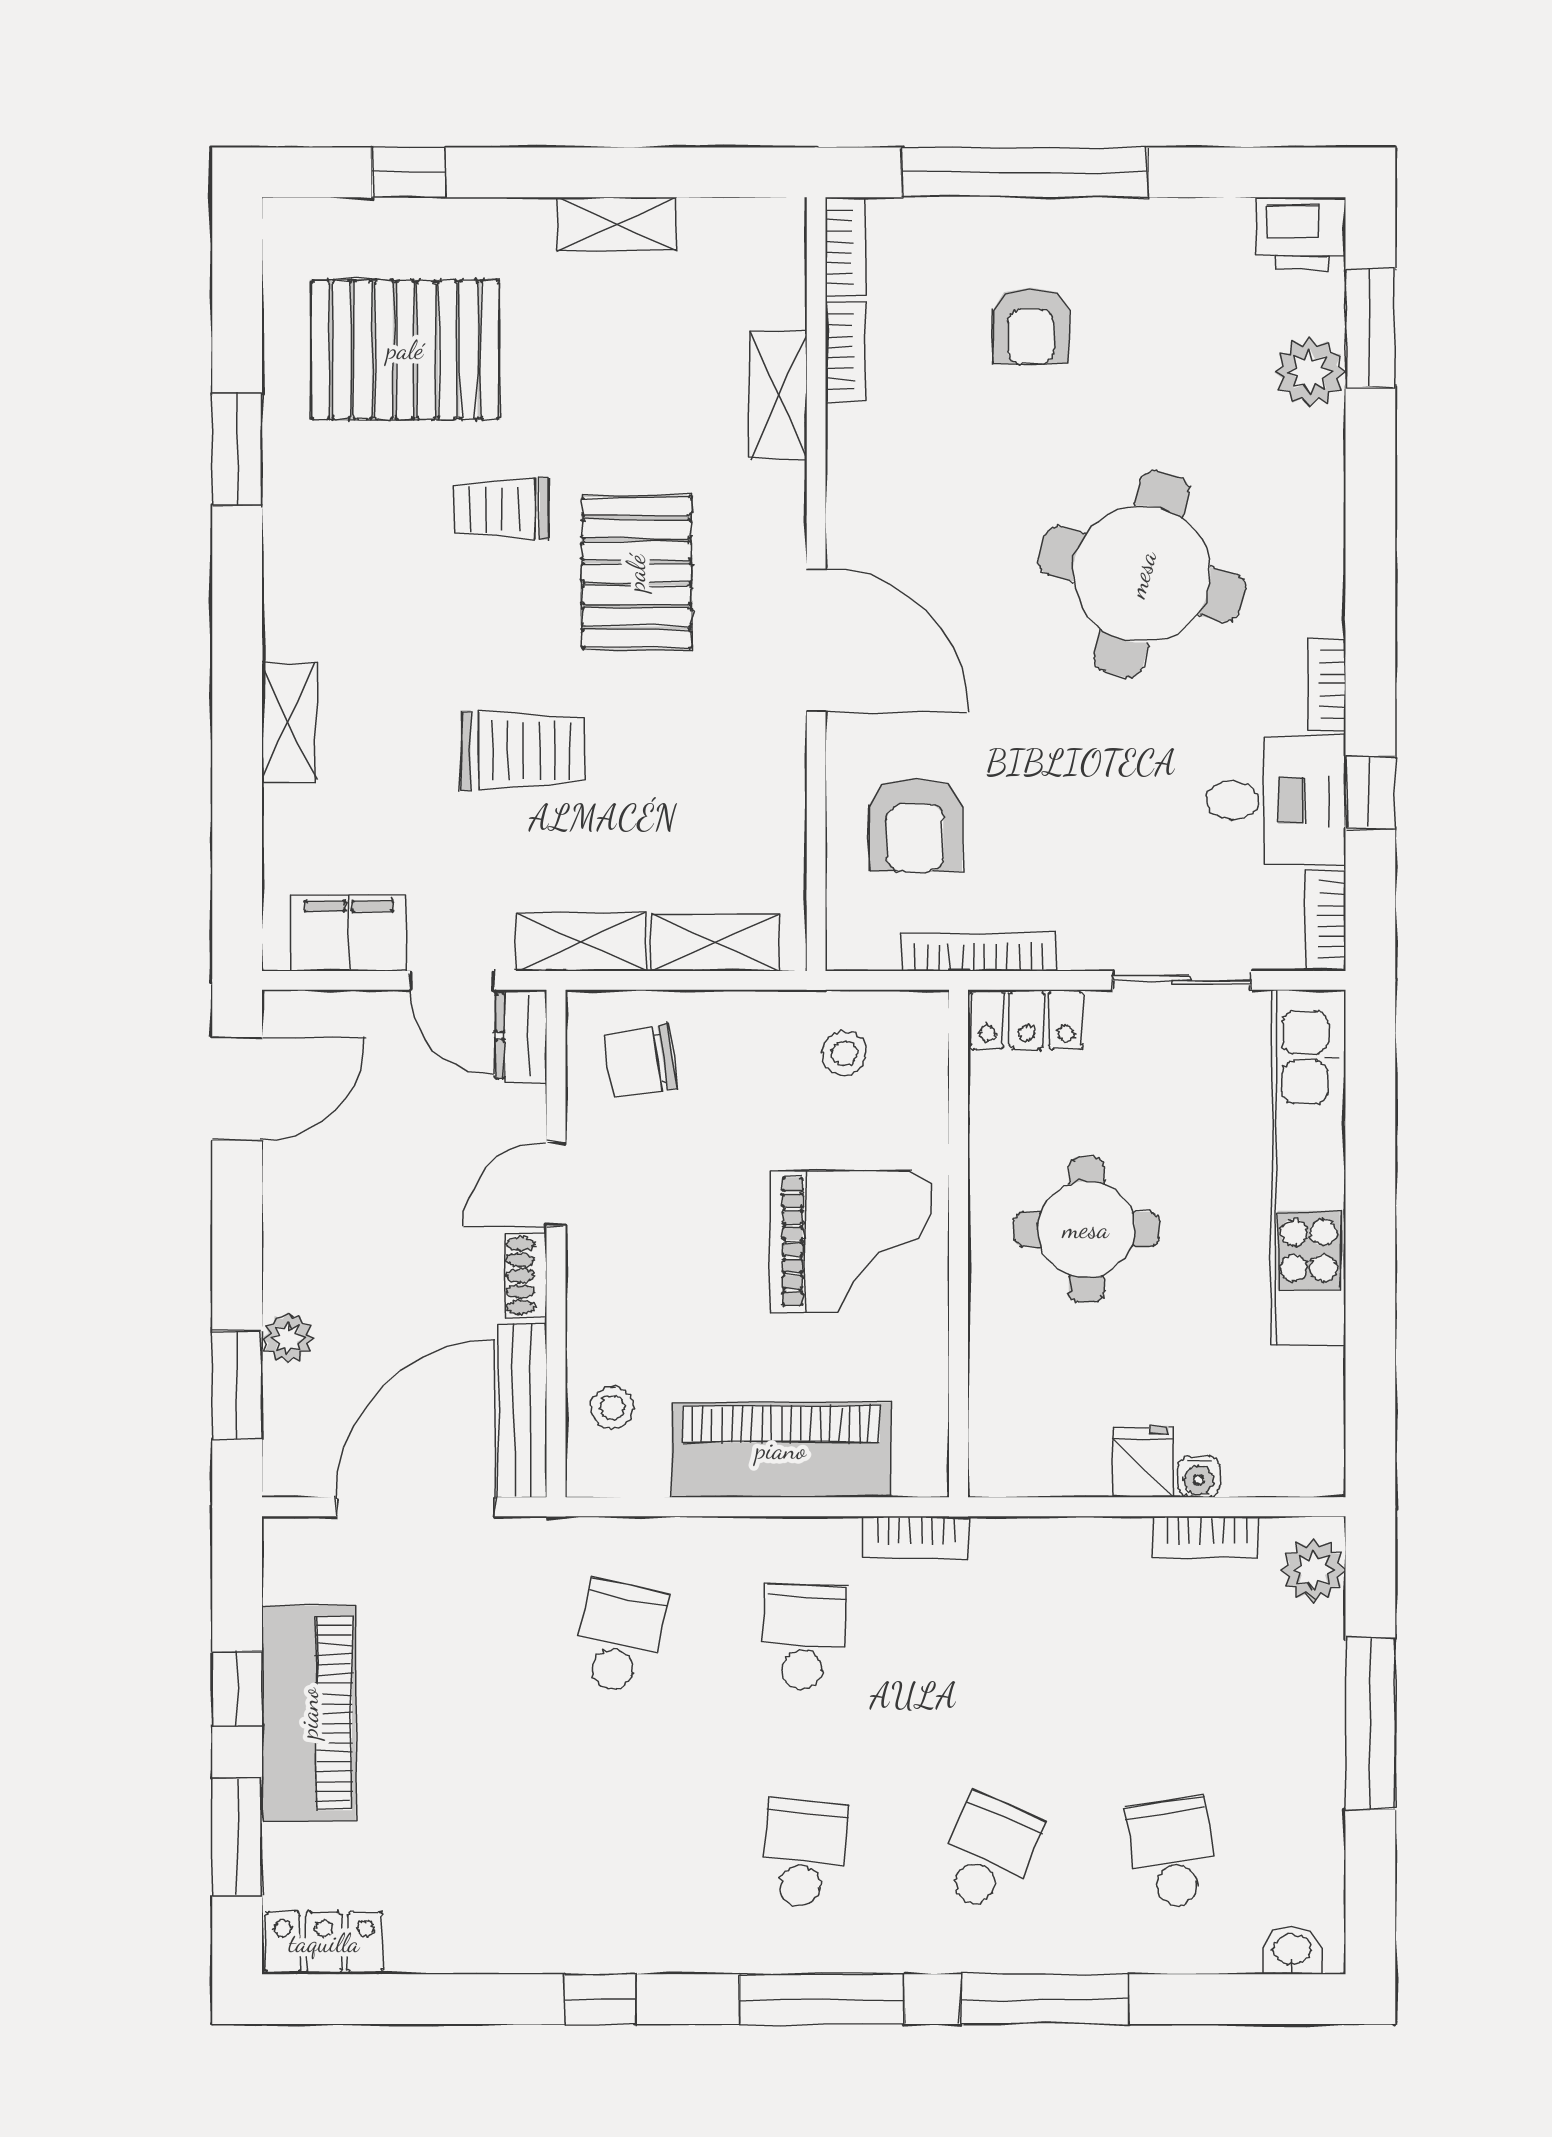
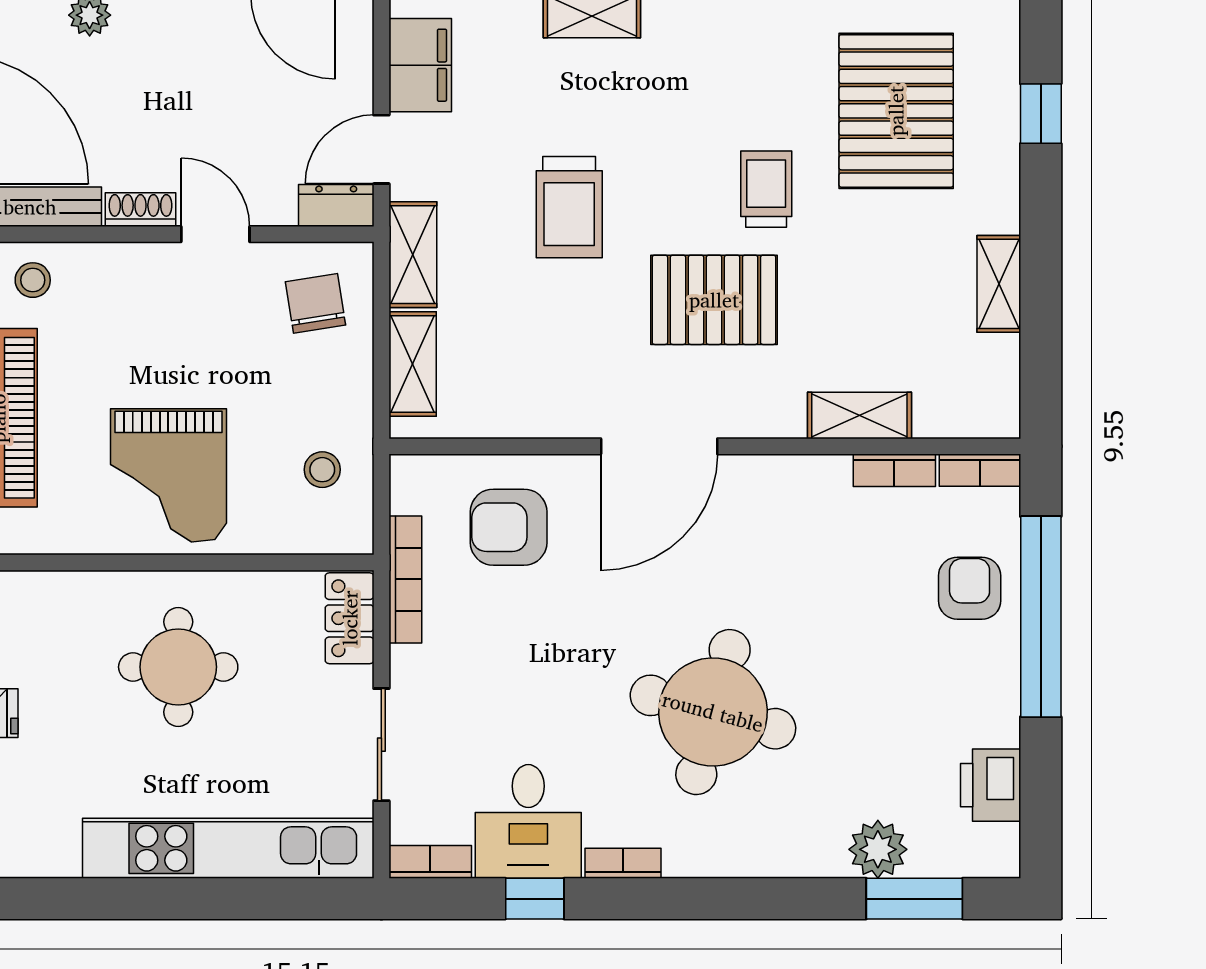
printer: (1301, 234) -> (991, 785), moved
armchair: (1031, 326) -> (970, 588), moved, turned 90

